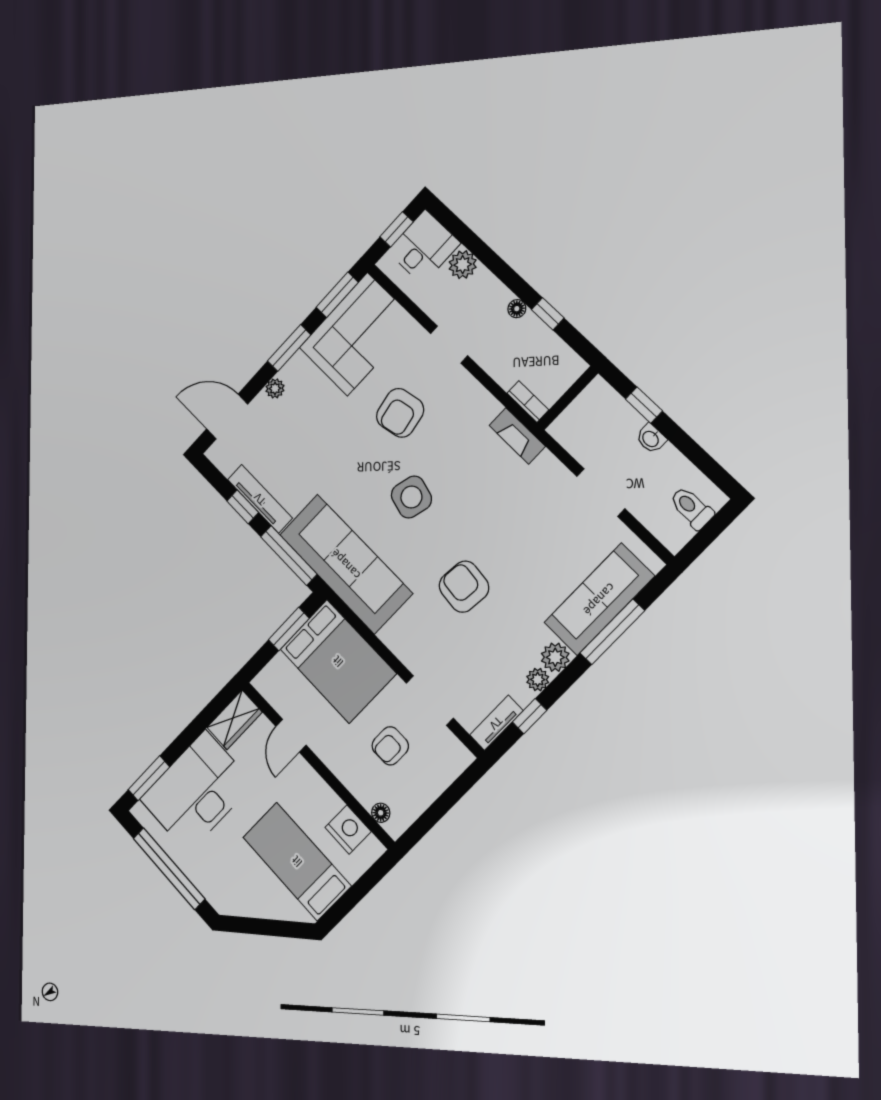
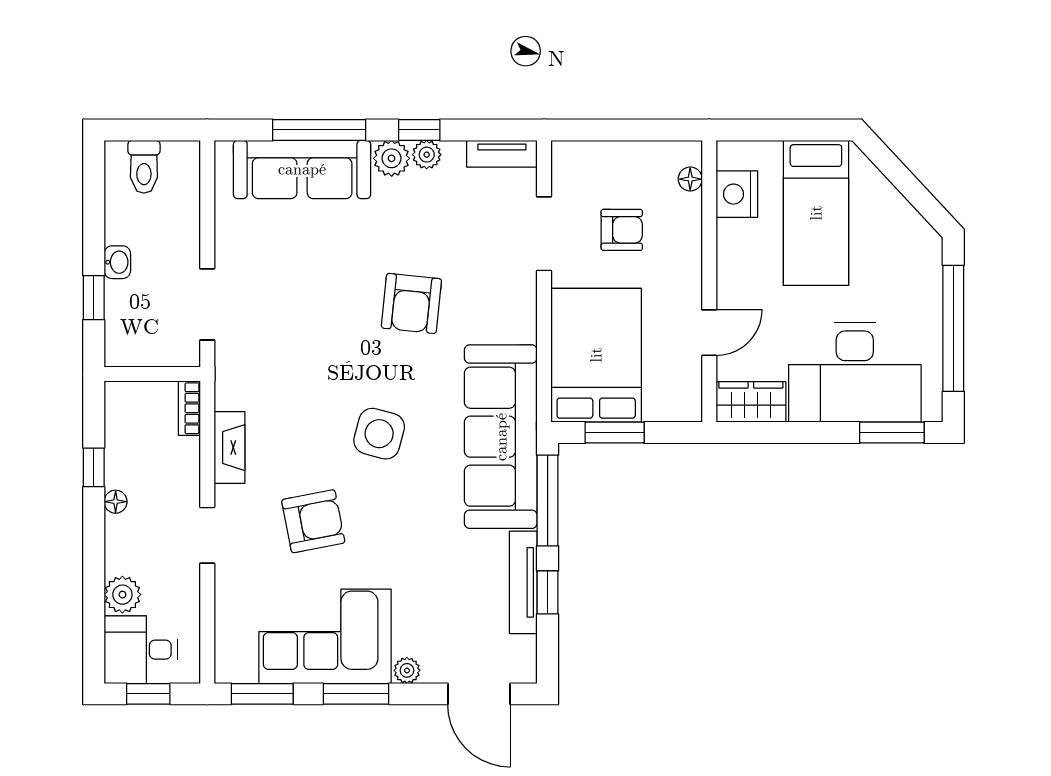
corner sofa: (357, 334) -> (325, 636), moved
fireplace: (517, 436) -> (229, 448), moved
doorway: (601, 492) -> (207, 304), moved
window: (530, 716) -> (419, 130), moved

